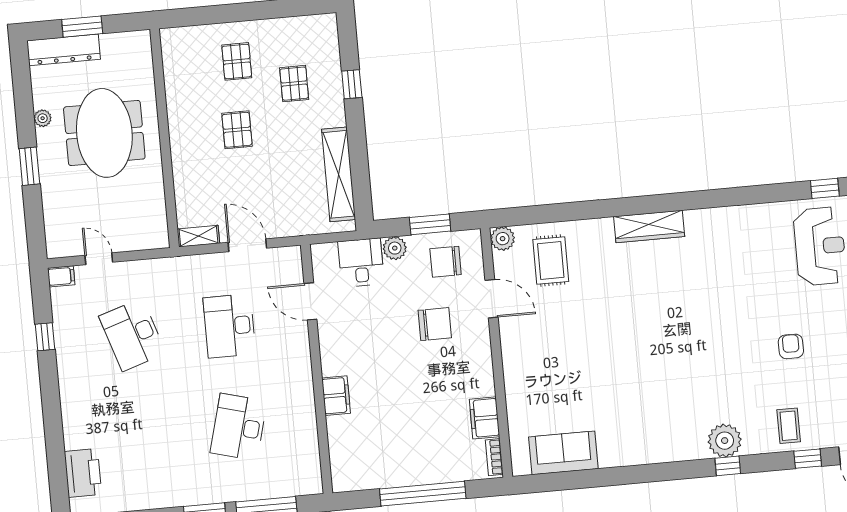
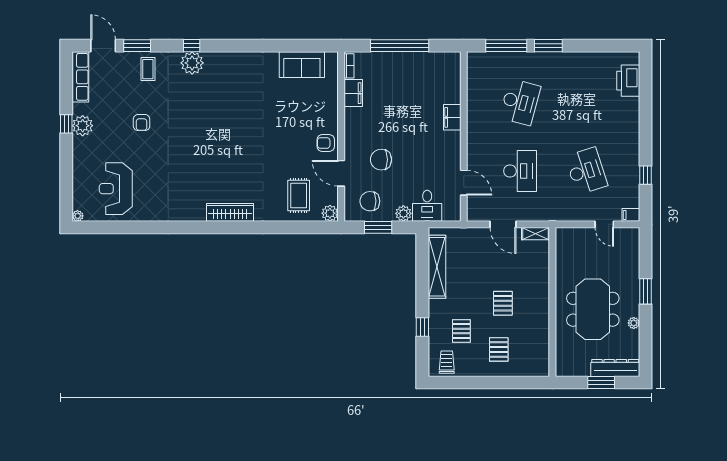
trolley: (311, 36) -> (447, 362), added
window: (825, 188) -> (109, 227), removed
chair: (446, 262) -> (370, 201), turned 180
armchair: (518, 341) -> (326, 143), added
window: (808, 459) -> (137, 46), width x1.50

